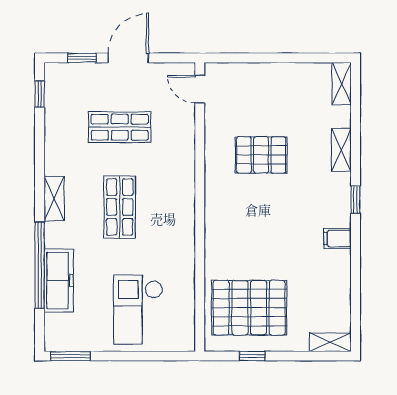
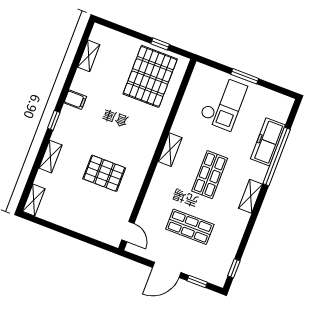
shelving: (185, 220) -> (170, 150), added
pallet: (249, 308) -> (150, 76), turned 90
shelving: (330, 342) -> (89, 56), moved, turned 90
window: (70, 356) -> (245, 76), moved

